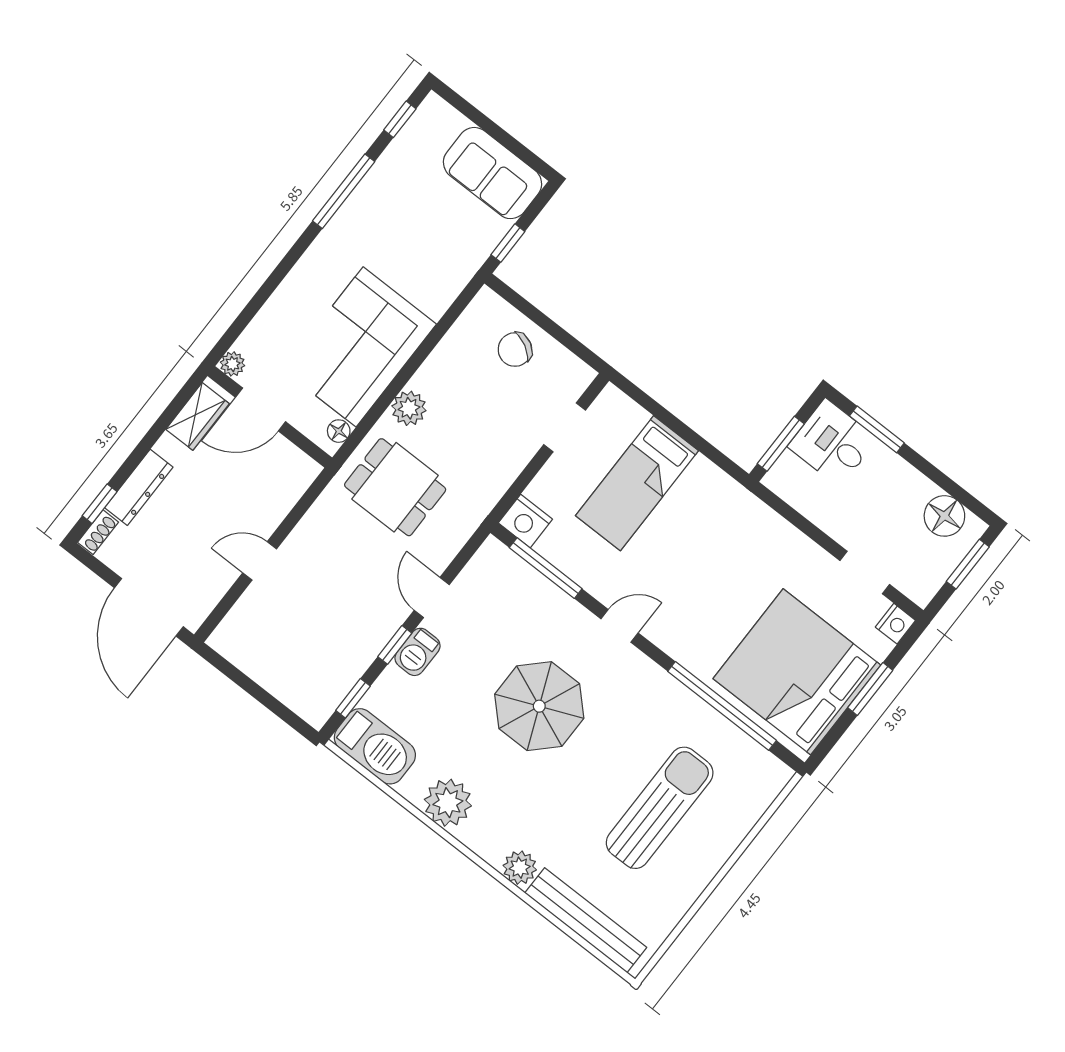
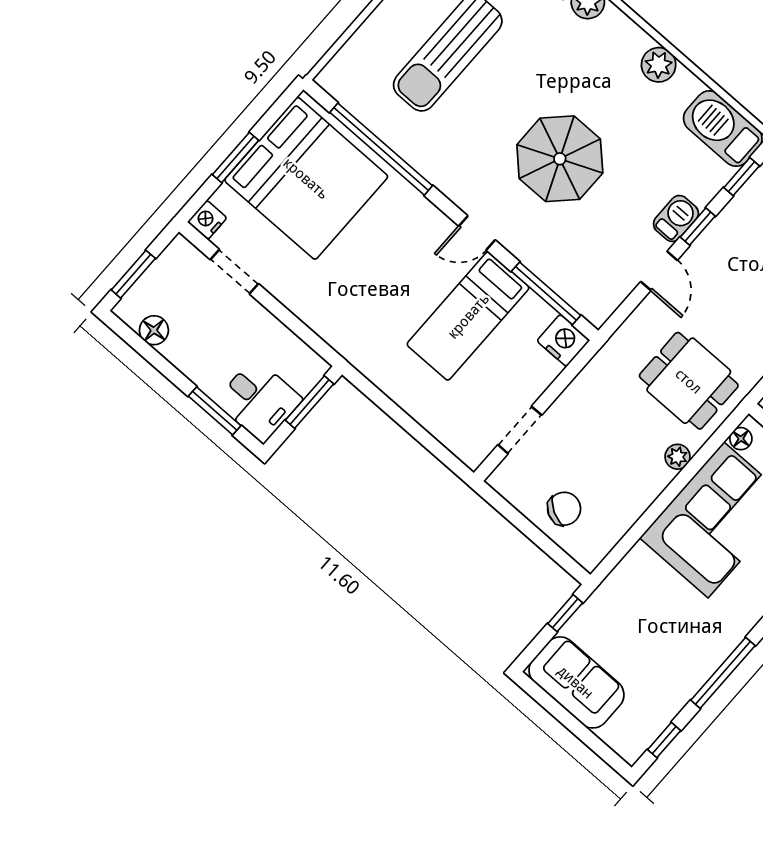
plant: (409, 408) -> (678, 457), width x0.73, depth x0.73
bed: (637, 483) -> (468, 316), moved, turned 180
floor lamp: (944, 516) -> (154, 330), width x0.73, depth x0.73
plant: (448, 803) -> (659, 65), width x0.73, depth x0.73

